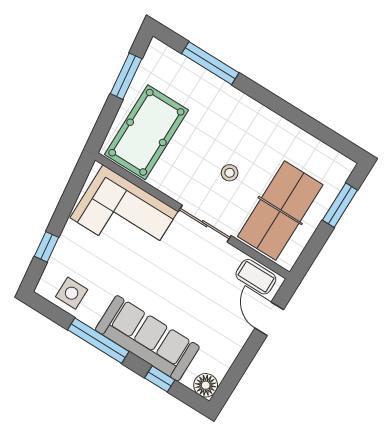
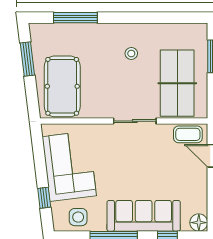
stool: (230, 173) -> (131, 53), moved
corner sofa: (124, 215) -> (69, 166), moved, turned -97

